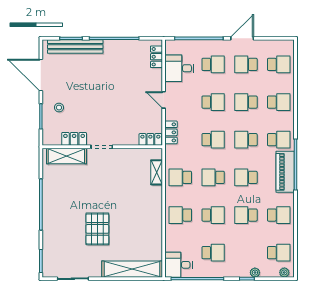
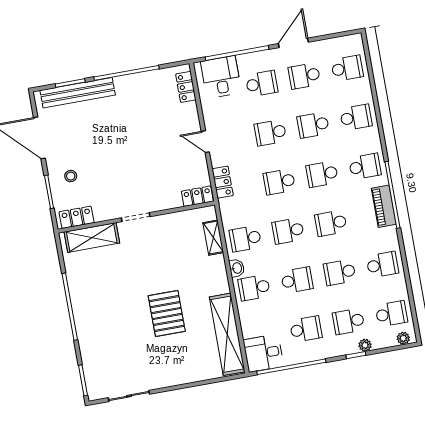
desk: (179, 68) -> (221, 77), moved, turned 90
school desk: (213, 102) -> (270, 133), turned 180
locker: (74, 139) -> (77, 217), moved
school desk: (213, 140) -> (279, 182), turned 180
piano: (285, 172) -> (384, 206), width x0.73, depth x0.75
washbasin: (170, 198) -> (237, 268), added
pallet: (97, 229) -> (167, 314), moved
school desk: (246, 253) -> (349, 321), added
shelving: (132, 269) -> (227, 334), moved, turned 90

